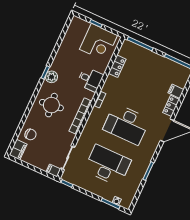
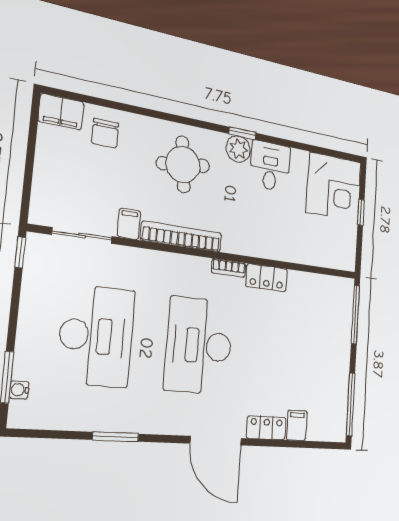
corner desk: (99, 42) -> (334, 187), moved, turned -90
locker: (117, 66) -> (267, 278), moved
desk: (90, 79) -> (270, 166), moved, turned 180
filing cabinet: (53, 171) -> (129, 224), moved

